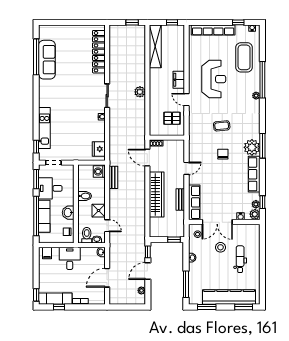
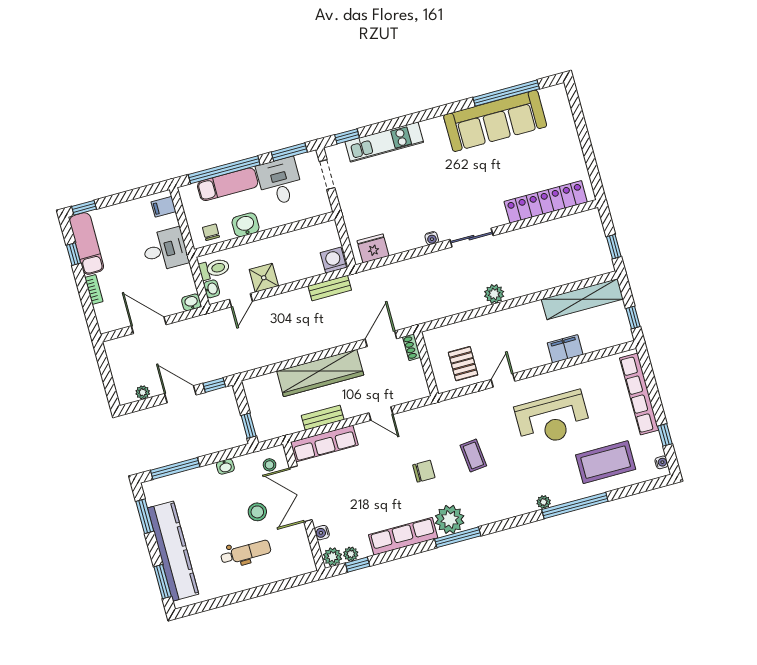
sofa: (47, 60) -> (495, 121), width x1.36, depth x1.27
filing cabinet: (179, 80) -> (565, 349), moved
bidet: (85, 196) -> (283, 246), removed

